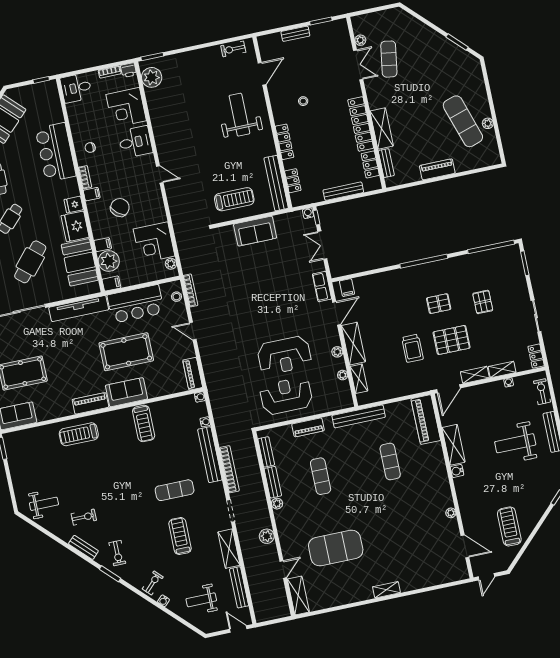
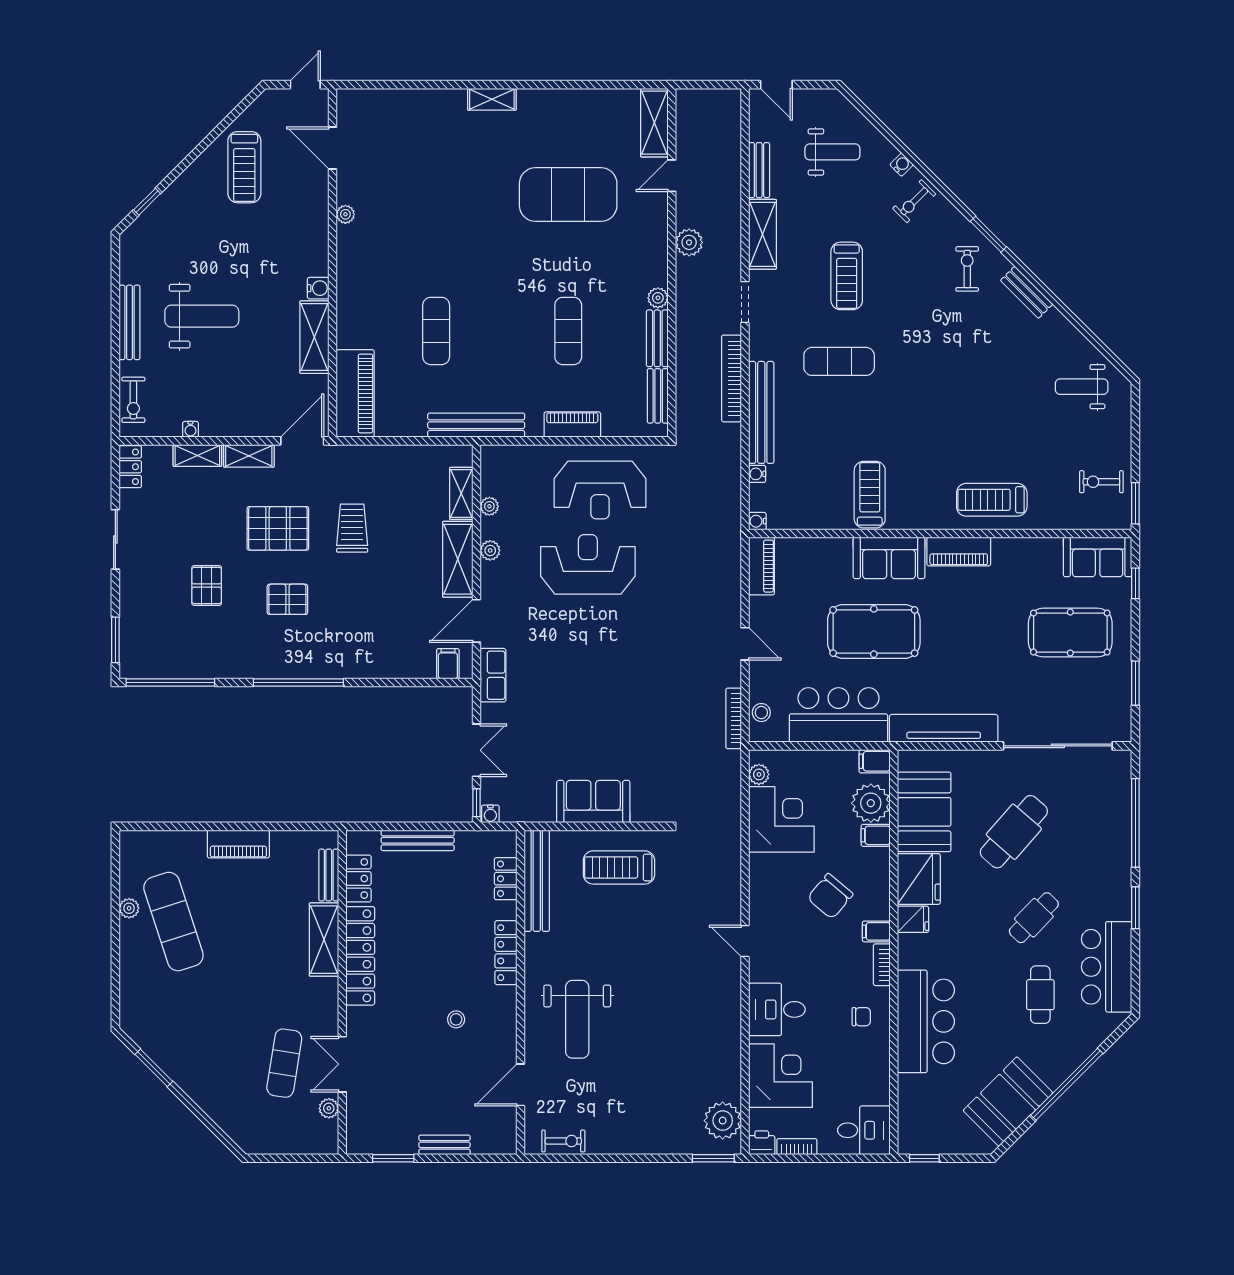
treadmill: (79, 434) -> (992, 500), turned 180
exercise bike: (84, 517) -> (1101, 482), moved
bench: (239, 587) -> (759, 170), width x0.73

